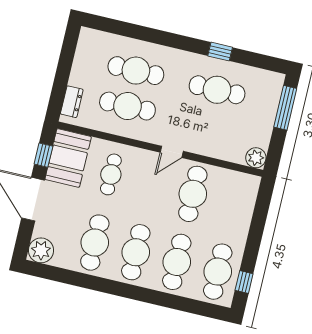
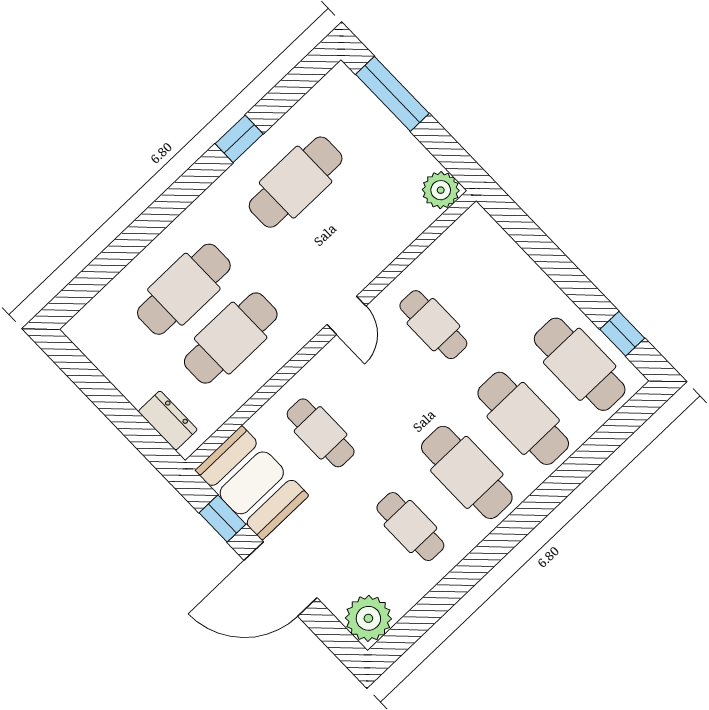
cafe table: (193, 194) -> (433, 325), width x0.73, depth x0.74
cafe table: (95, 243) -> (410, 527), width x0.73, depth x0.74

